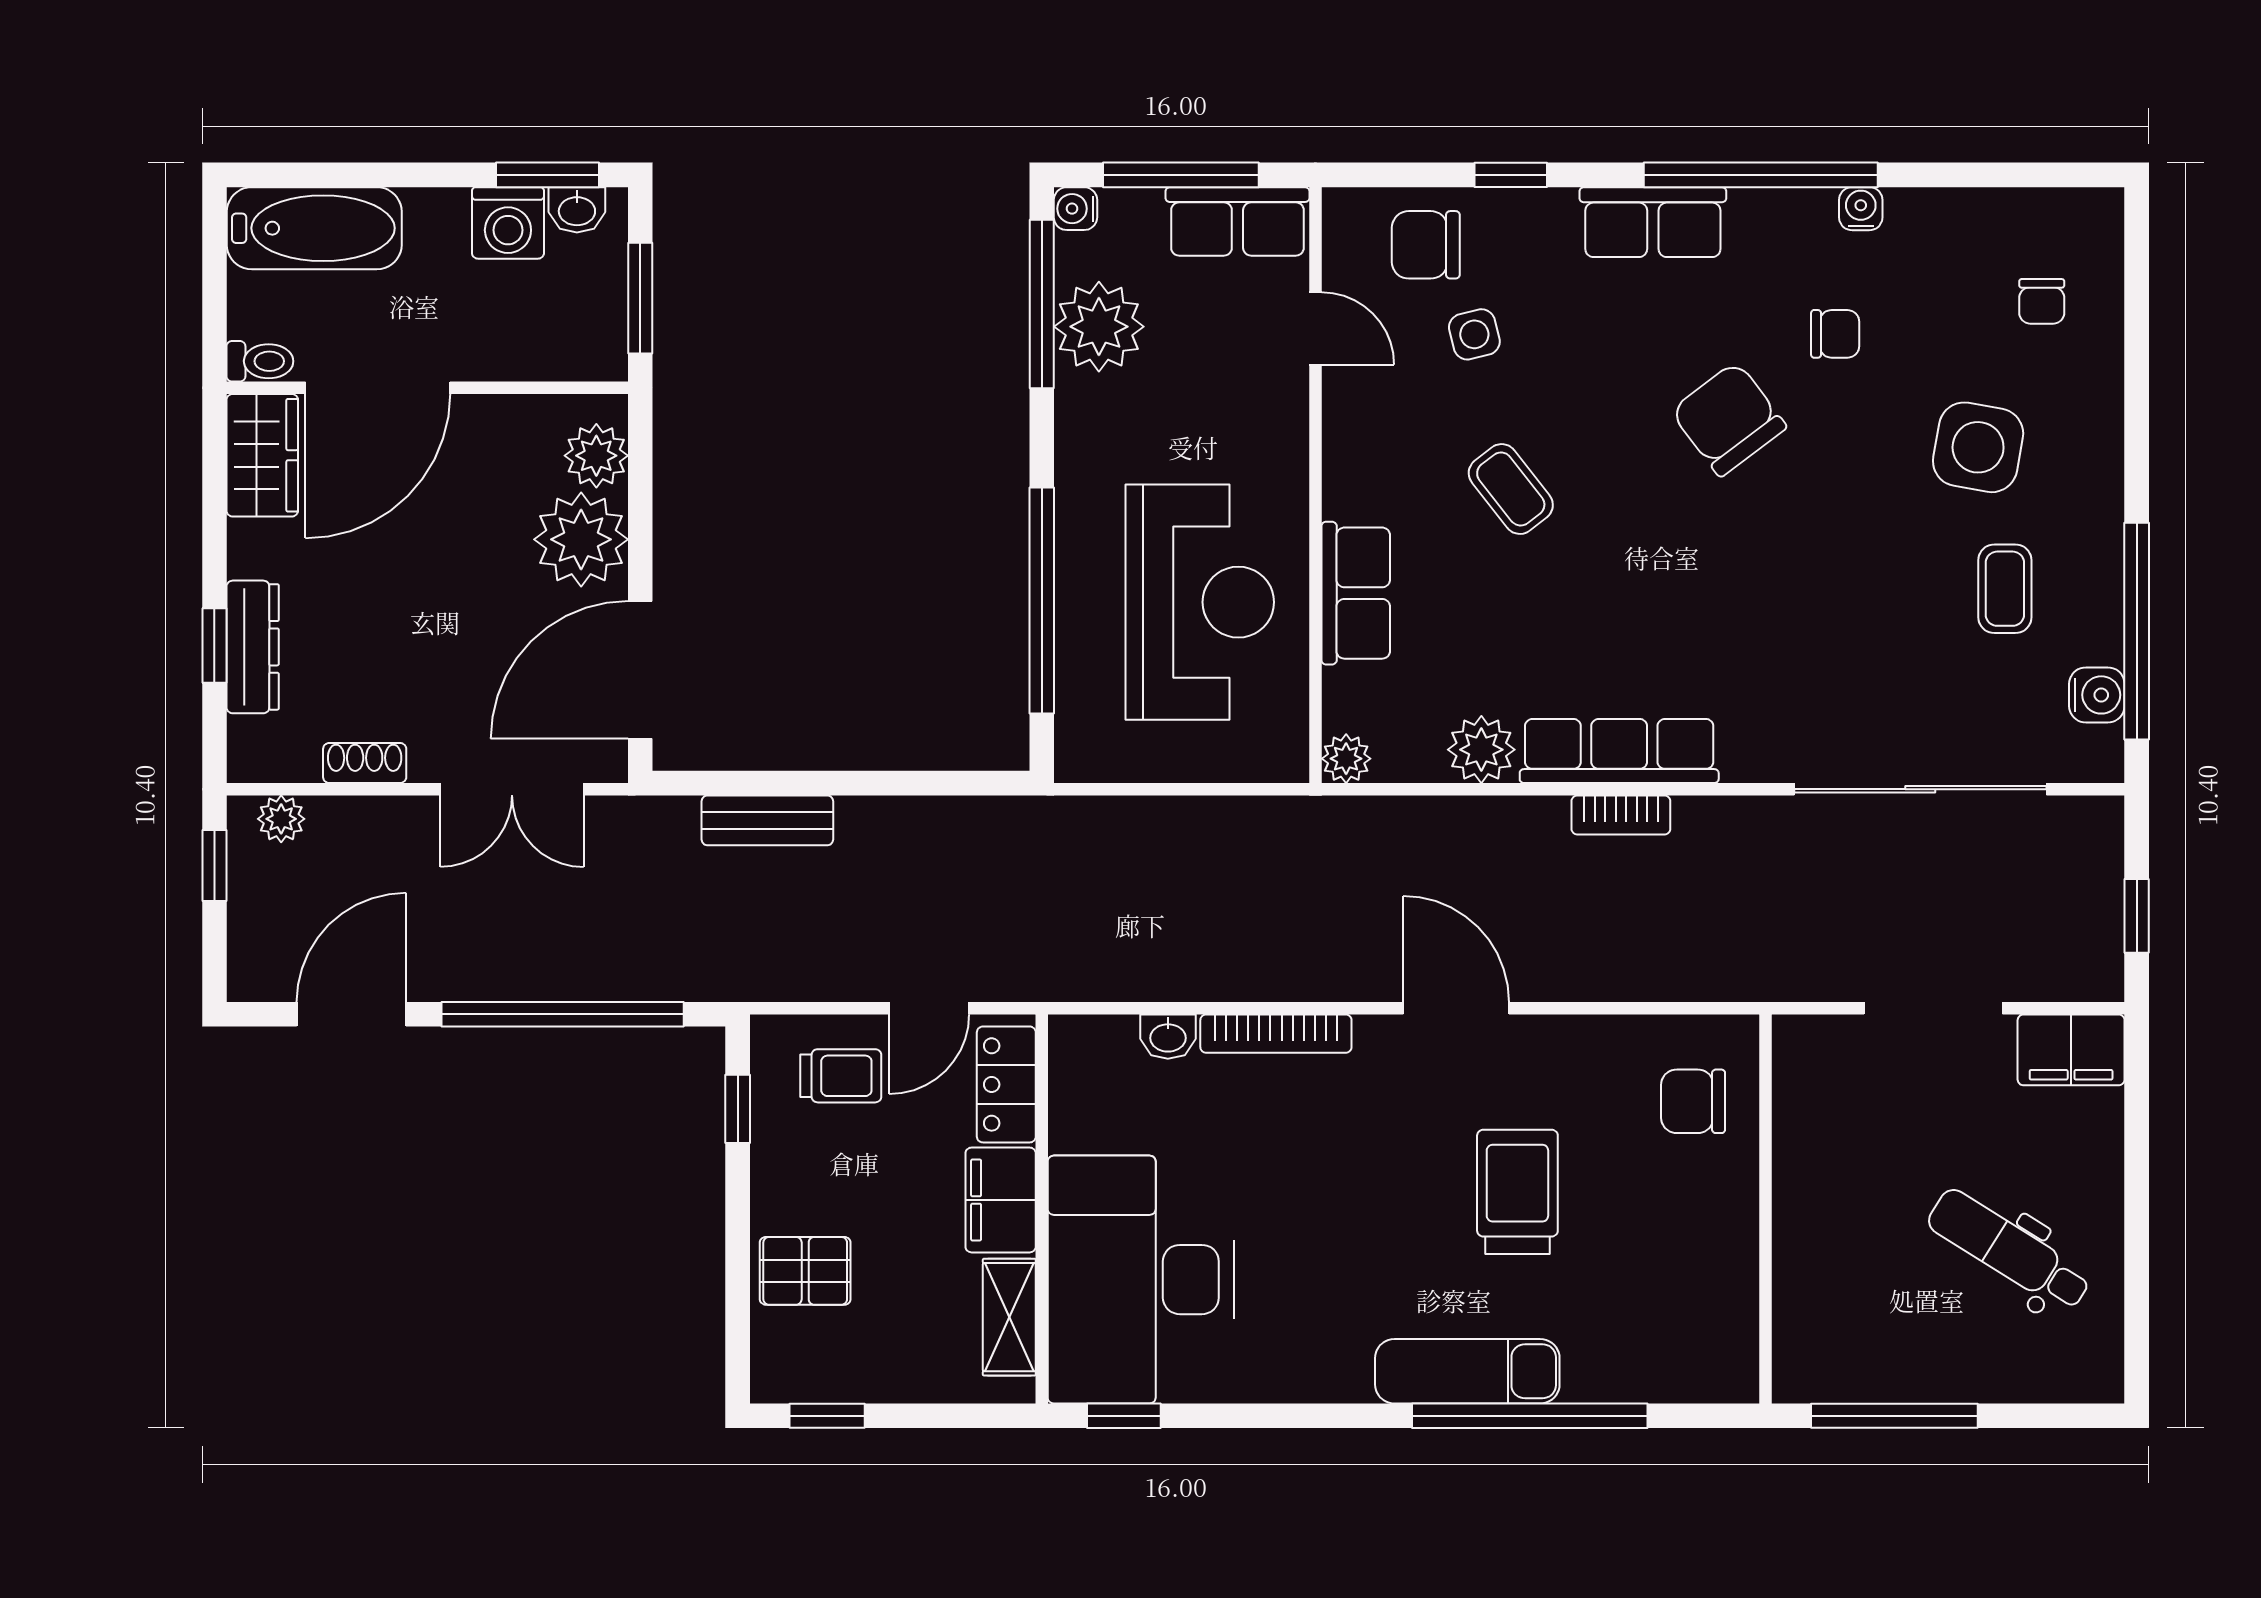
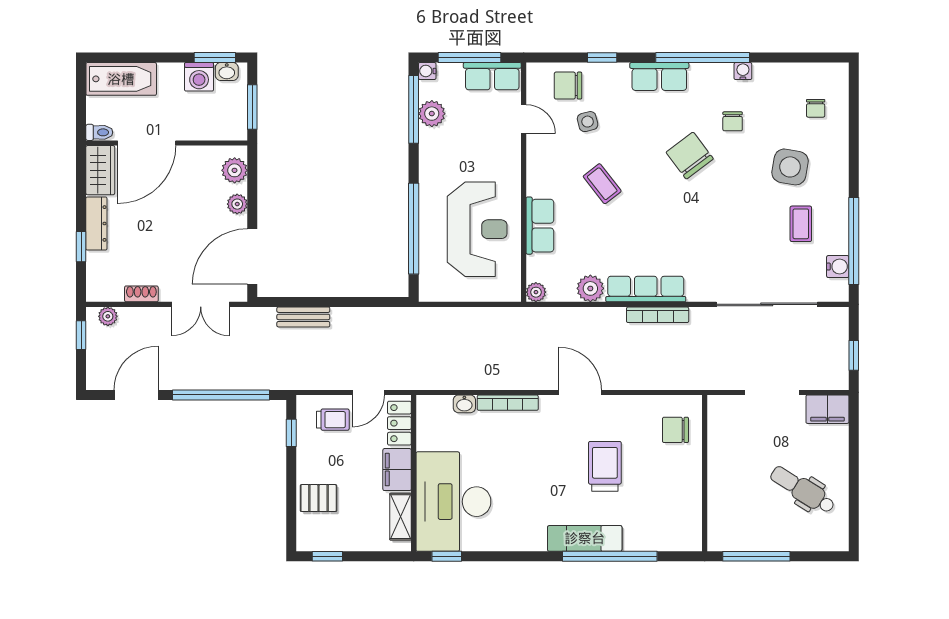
plant: (1099, 327) -> (432, 114), width x0.73, depth x0.73
chair: (1835, 334) -> (733, 121), turned 90
plant: (581, 539) -> (237, 204), width x0.53, depth x0.53
dresser: (253, 647) -> (96, 224), moved
bookcase: (1621, 815) -> (658, 315), width x1.56

